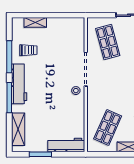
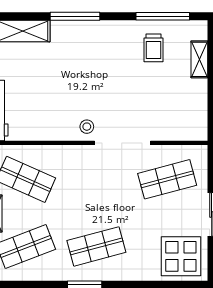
window: (9, 57) -> (163, 16), moved
workbench: (19, 84) -> (98, 33), removed

